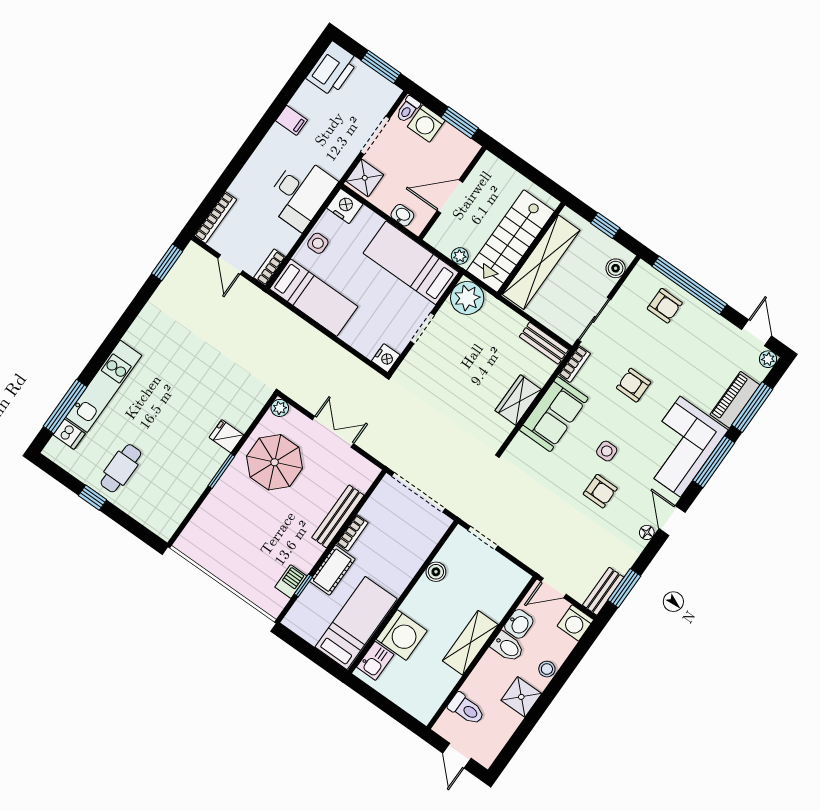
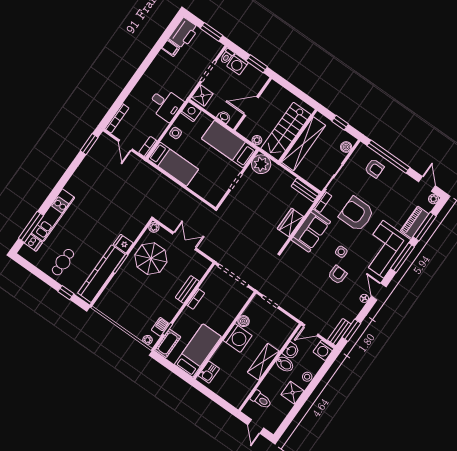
filing cabinet: (291, 120) -> (171, 48), moved
desk: (300, 193) -> (165, 104), width x0.73
nightstand: (386, 358) -> (215, 199), removed
armchair: (634, 385) -> (357, 214), width x1.88, depth x1.88
kitchen counter: (188, 489) -> (101, 274), added
armchair: (600, 491) -> (338, 275), turned -88
window: (92, 498) -> (66, 293), moved
bench: (338, 516) -> (187, 289), width x0.73
cot: (332, 570) -> (168, 343), moved
plant: (268, 604) -> (147, 340), added
washing machine: (402, 635) -> (238, 338), moved

